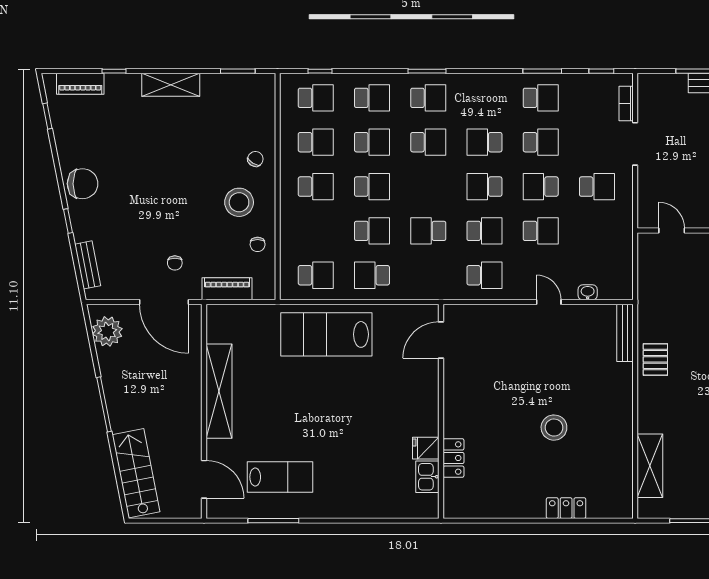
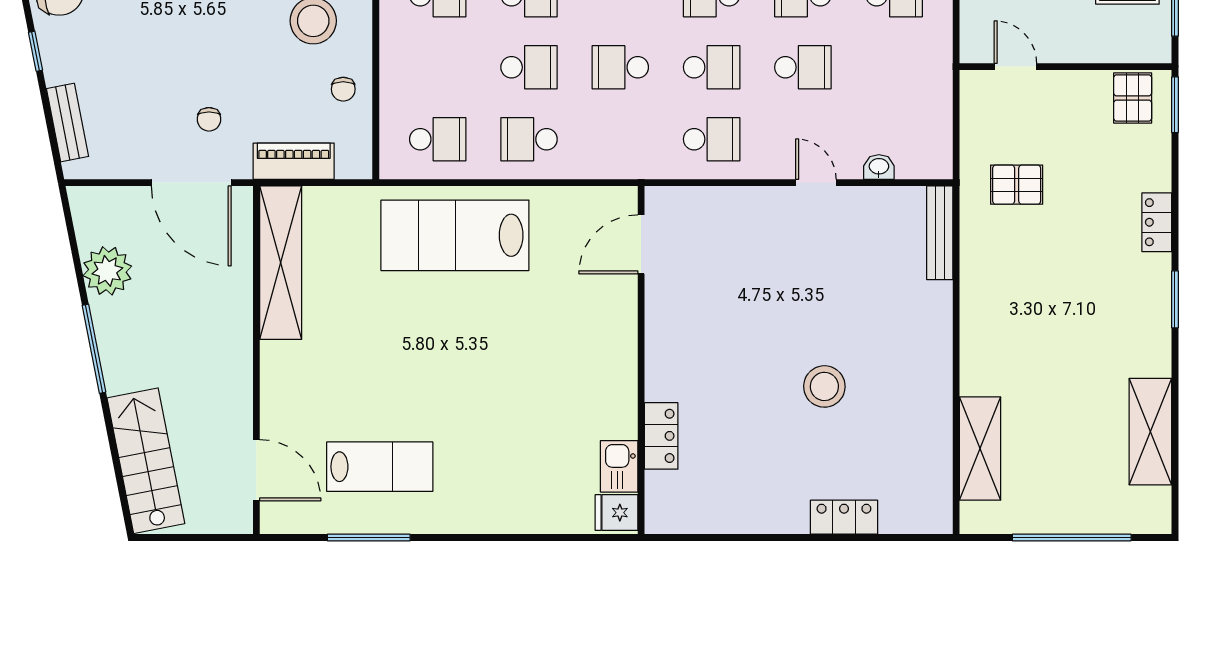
plant: (107, 331) -> (107, 271), moved
pallet: (655, 359) -> (1017, 185), moved, turned 90
shelving: (219, 391) -> (281, 263), moved
fridge: (426, 448) -> (616, 513), moved

